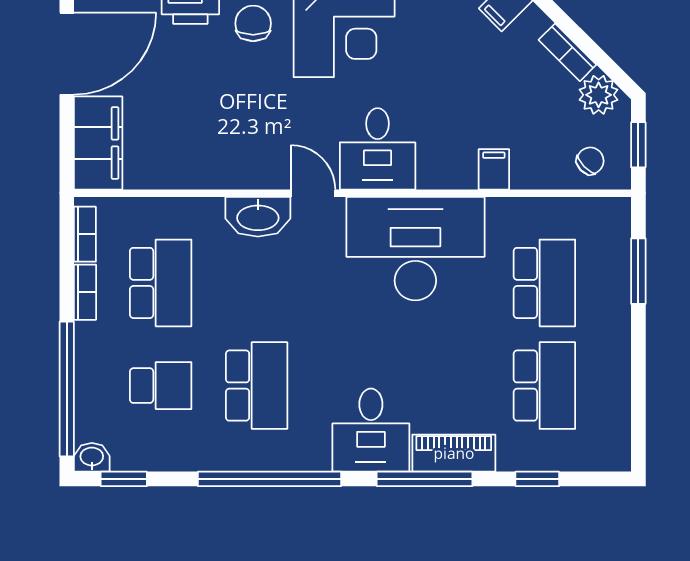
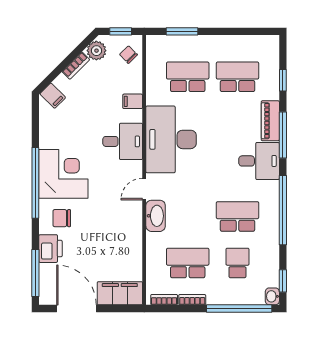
desk: (378, 149) -> (123, 141), moved

